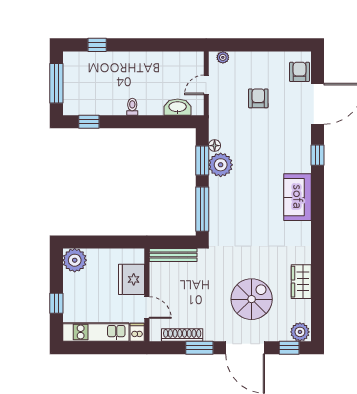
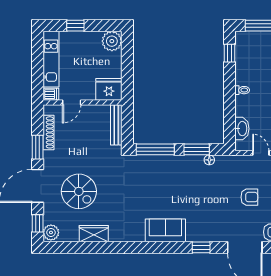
plant: (221, 165) -> (193, 165), removed
fridge: (132, 279) -> (109, 89), moved

